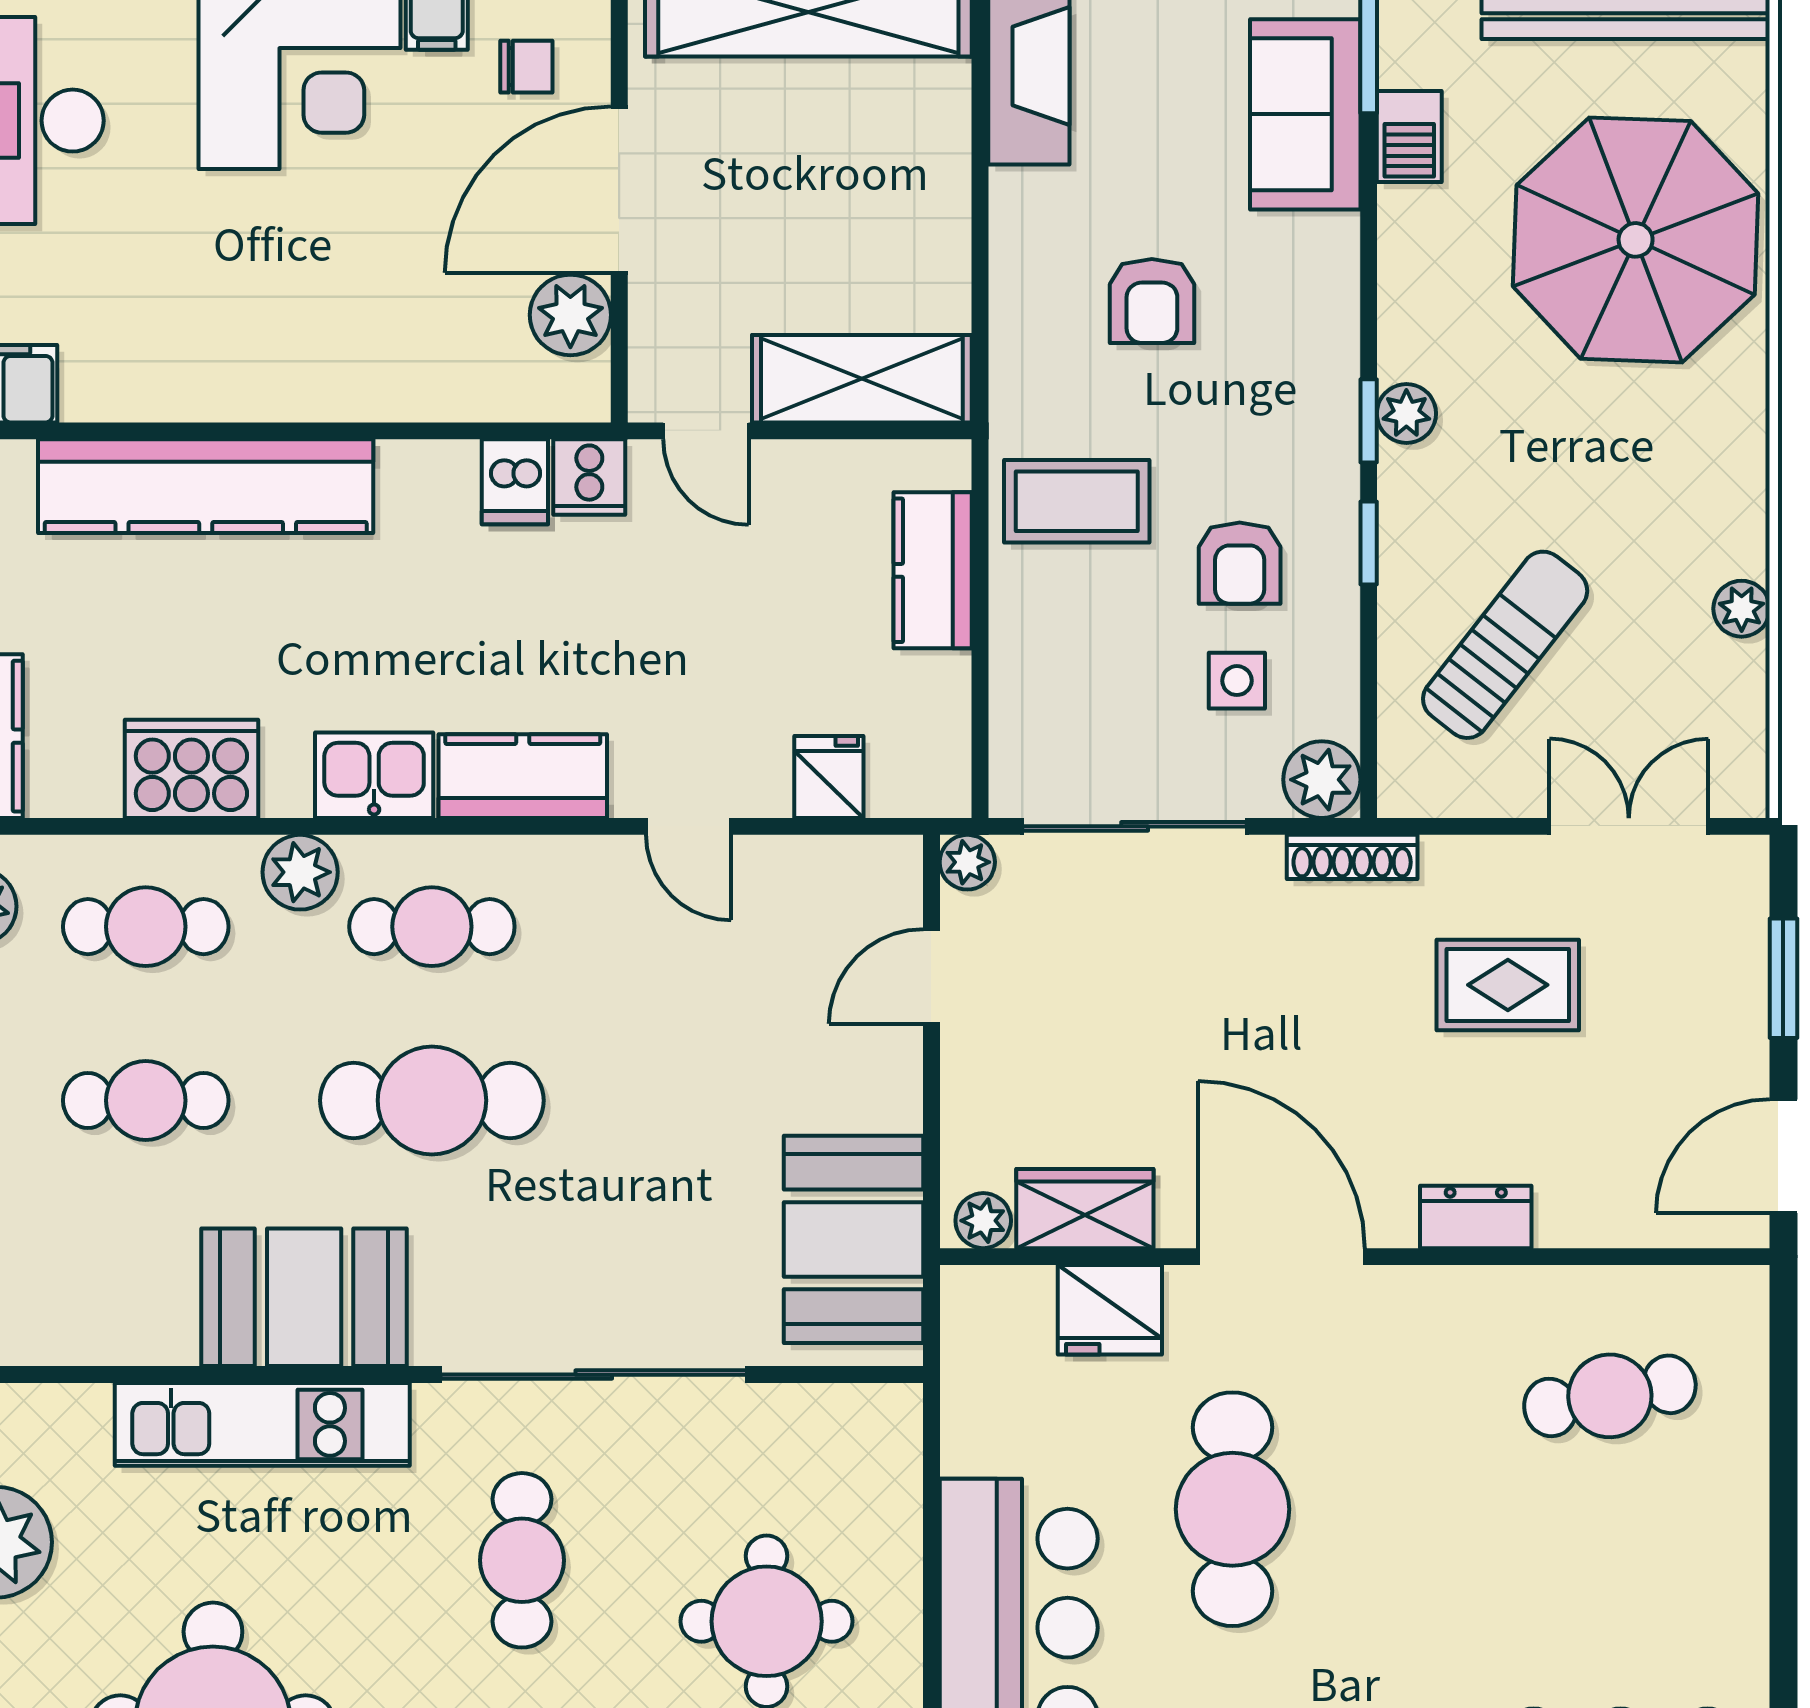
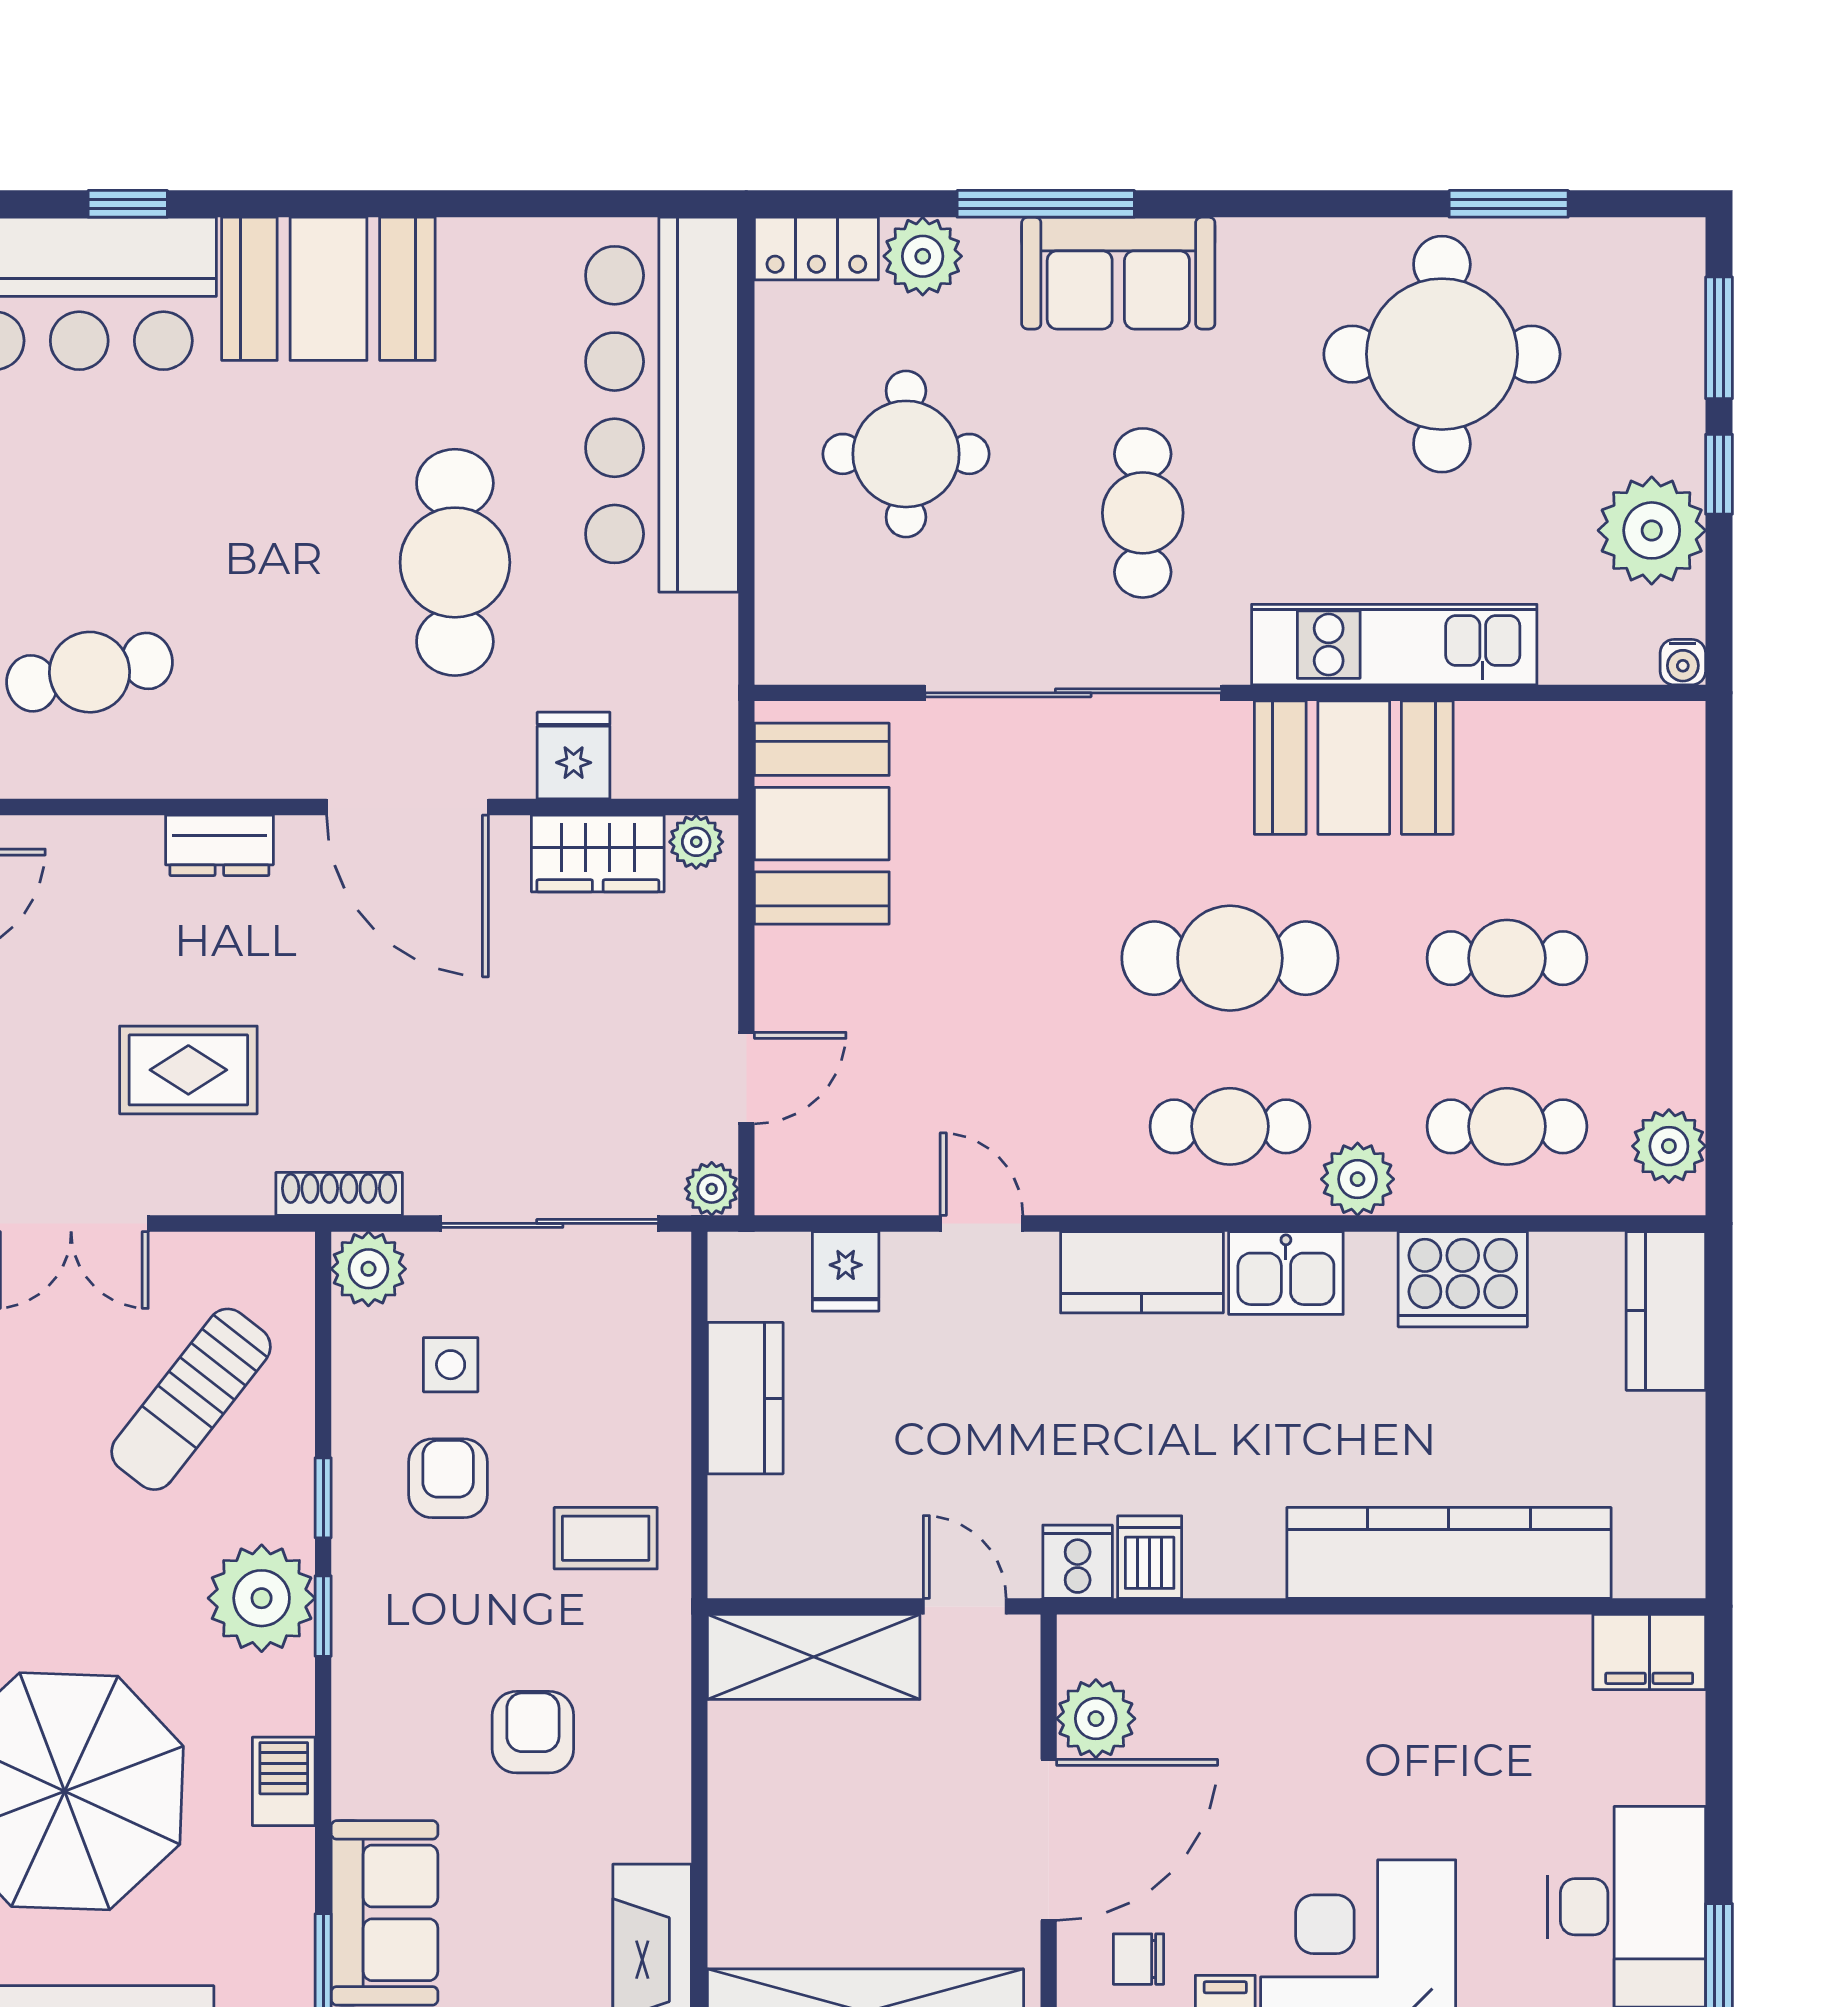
barbecue: (1409, 137) -> (284, 1781), moved
plant: (1406, 414) -> (262, 1598), width x1.88, depth x1.88
coffee table: (1077, 501) -> (606, 1538), width x0.73, depth x0.77
kitchen counter: (933, 570) -> (745, 1398), moved
fridge: (1110, 1310) -> (574, 756), width x0.72

